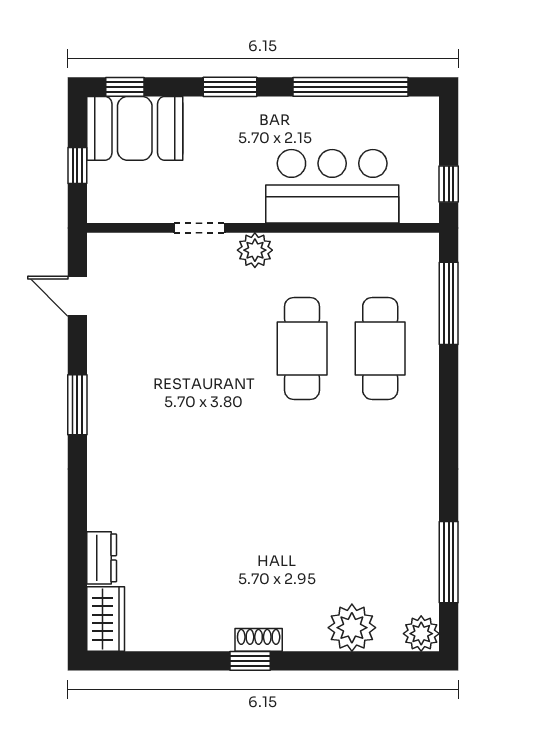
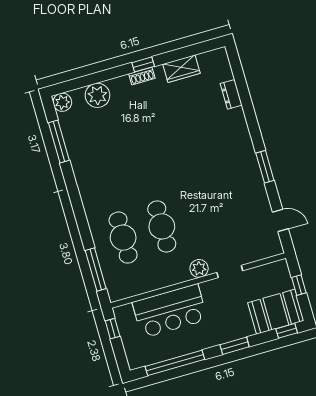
wardrobe: (106, 619) -> (181, 69), moved, turned -90

